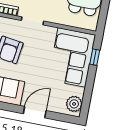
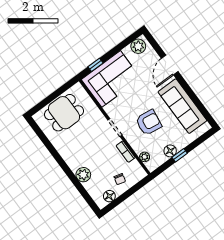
door: (35, 112) -> (170, 65), hinge flipped

